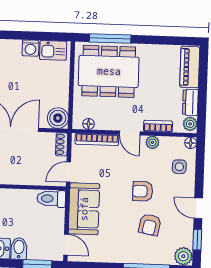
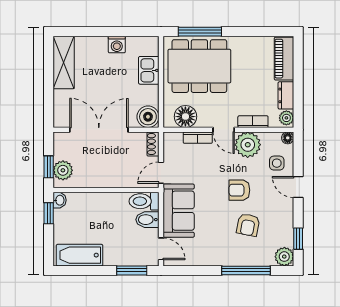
kitchen sink: (53, 50) -> (149, 70), moved, turned 90
floor lamp: (89, 124) -> (185, 117), width x1.89, depth x1.89
bookcase: (97, 139) -> (198, 138), width x0.64
plant: (152, 142) -> (248, 145), width x1.87, depth x1.87
door: (198, 208) -> (298, 187), moved
bidet: (19, 249) -> (147, 220), moved, turned -90

